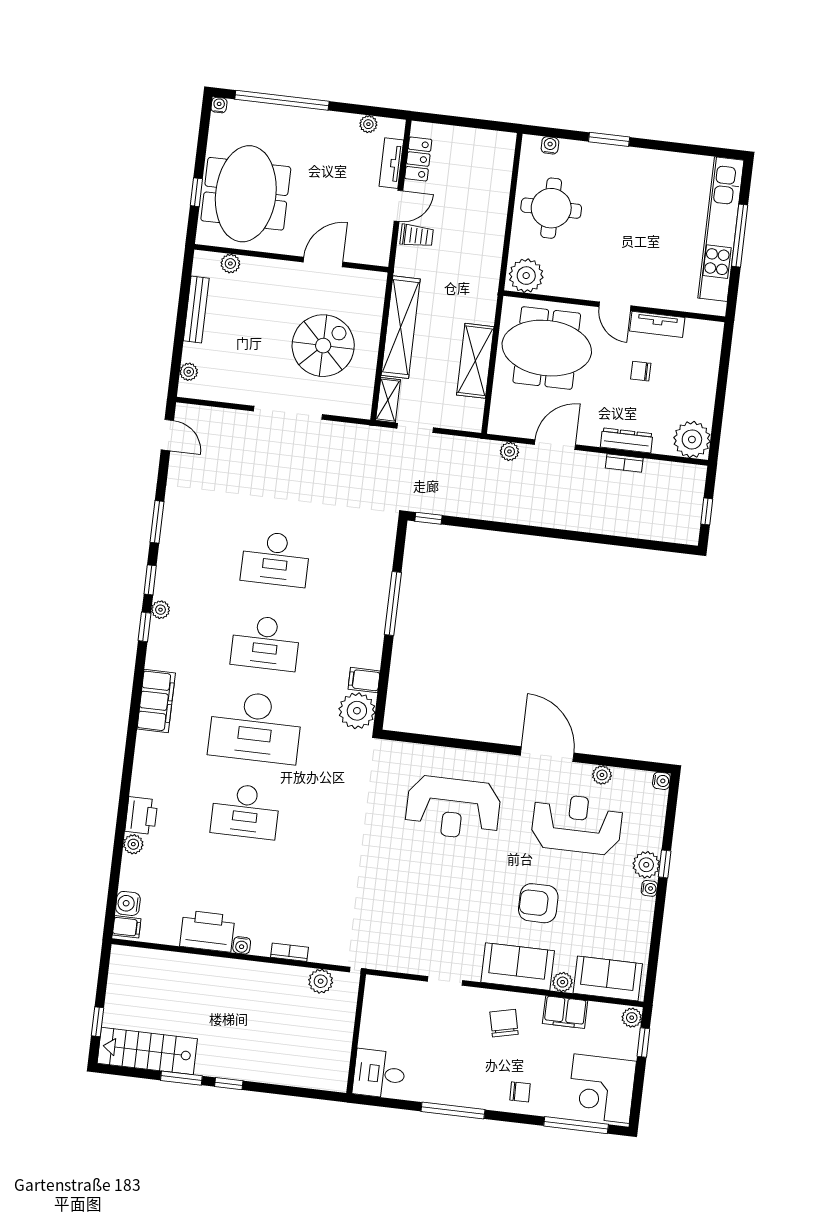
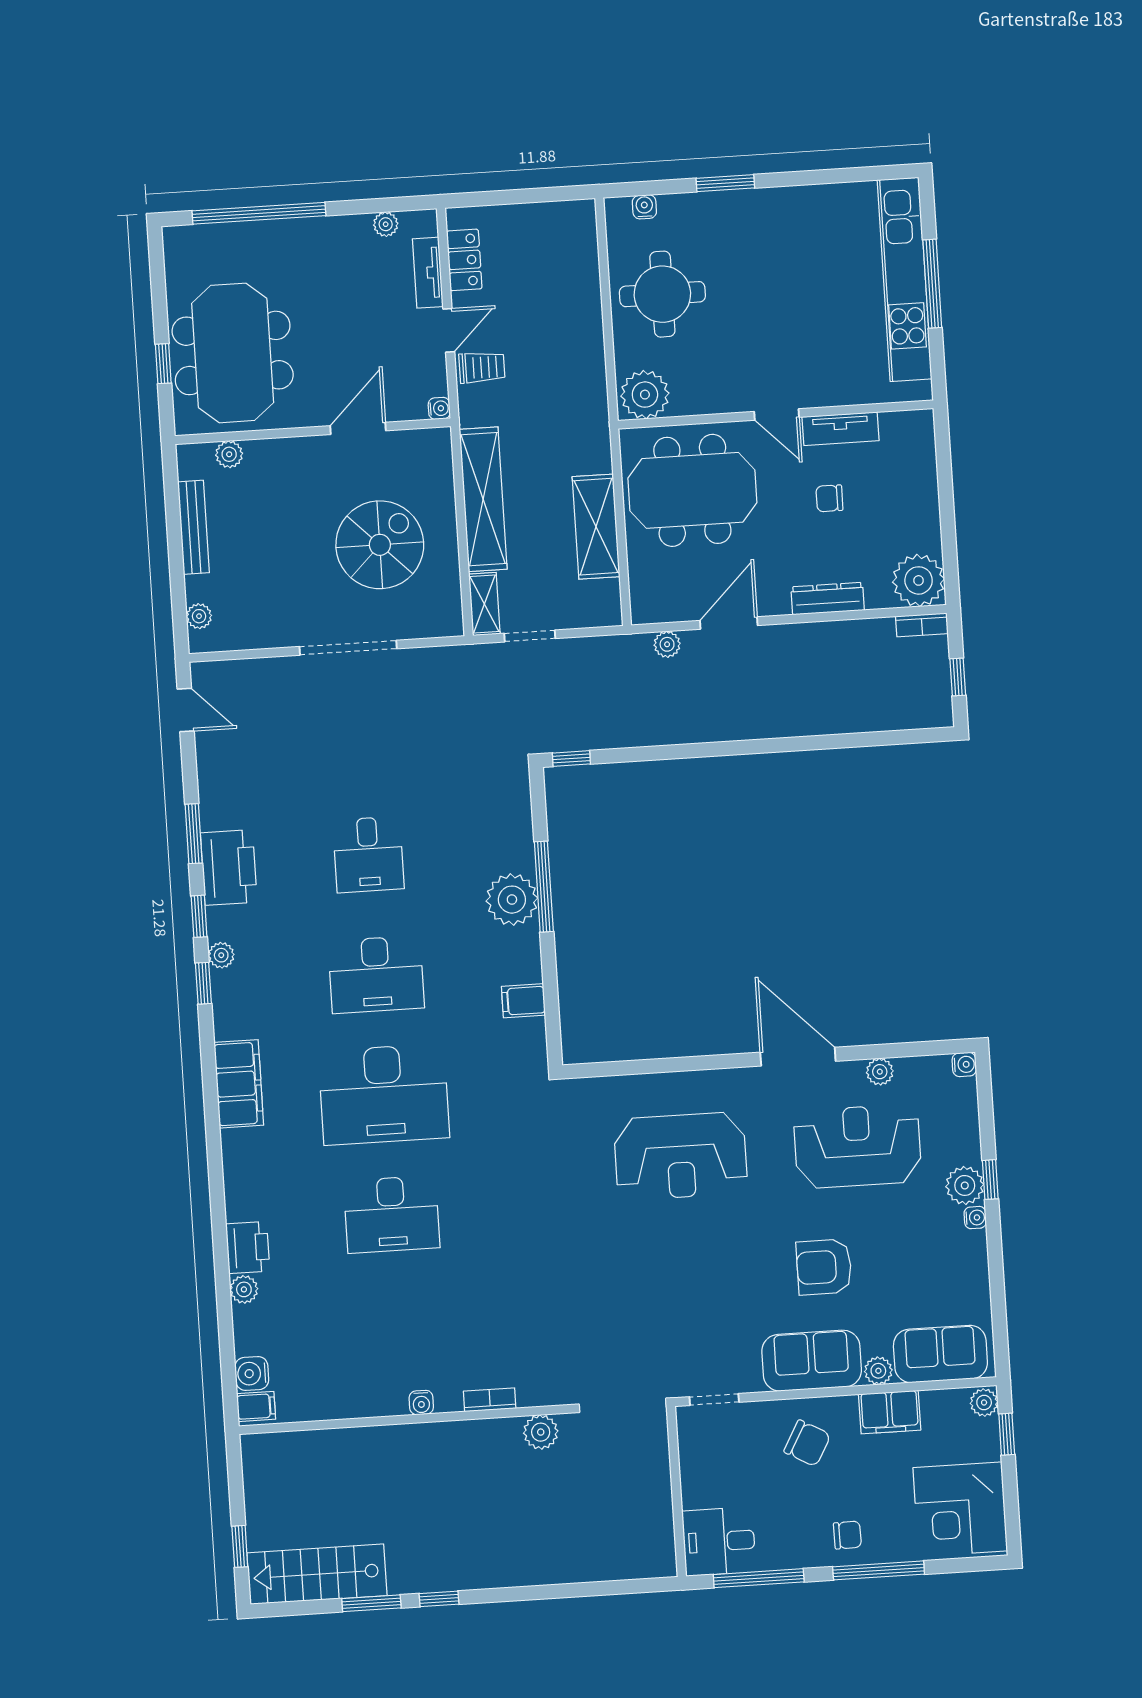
water cooler: (219, 105) -> (439, 408), moved, turned 90
bookcase: (624, 463) -> (922, 625), moved
desk: (275, 559) -> (368, 855), width x0.73
plant: (357, 711) -> (512, 900), moved
printer: (207, 931) -> (229, 867), moved, turned 90
chair: (504, 1023) -> (807, 1443), turned 132
wall: (356, 1034) -> (676, 1491), moved
desk: (379, 1074) -> (719, 1541), moved
window: (576, 1125) -> (879, 1570), moved

